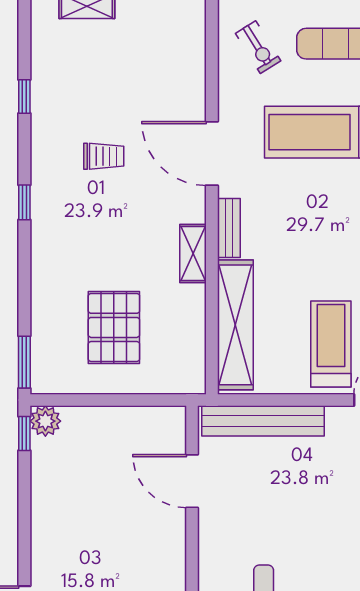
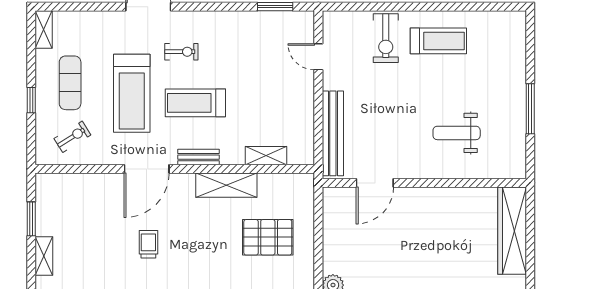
shelving: (193, 254) -> (226, 185), width x1.50, depth x1.33
shelving: (235, 325) -> (266, 156), width x0.45, depth x0.75
treadmill: (331, 344) -> (195, 103), moved

